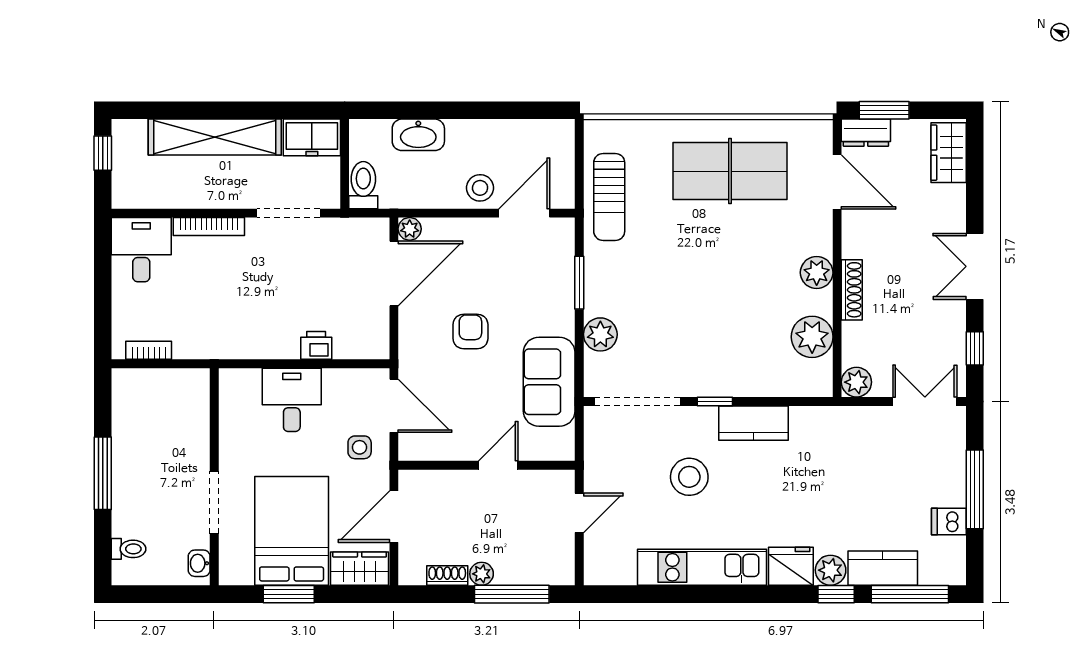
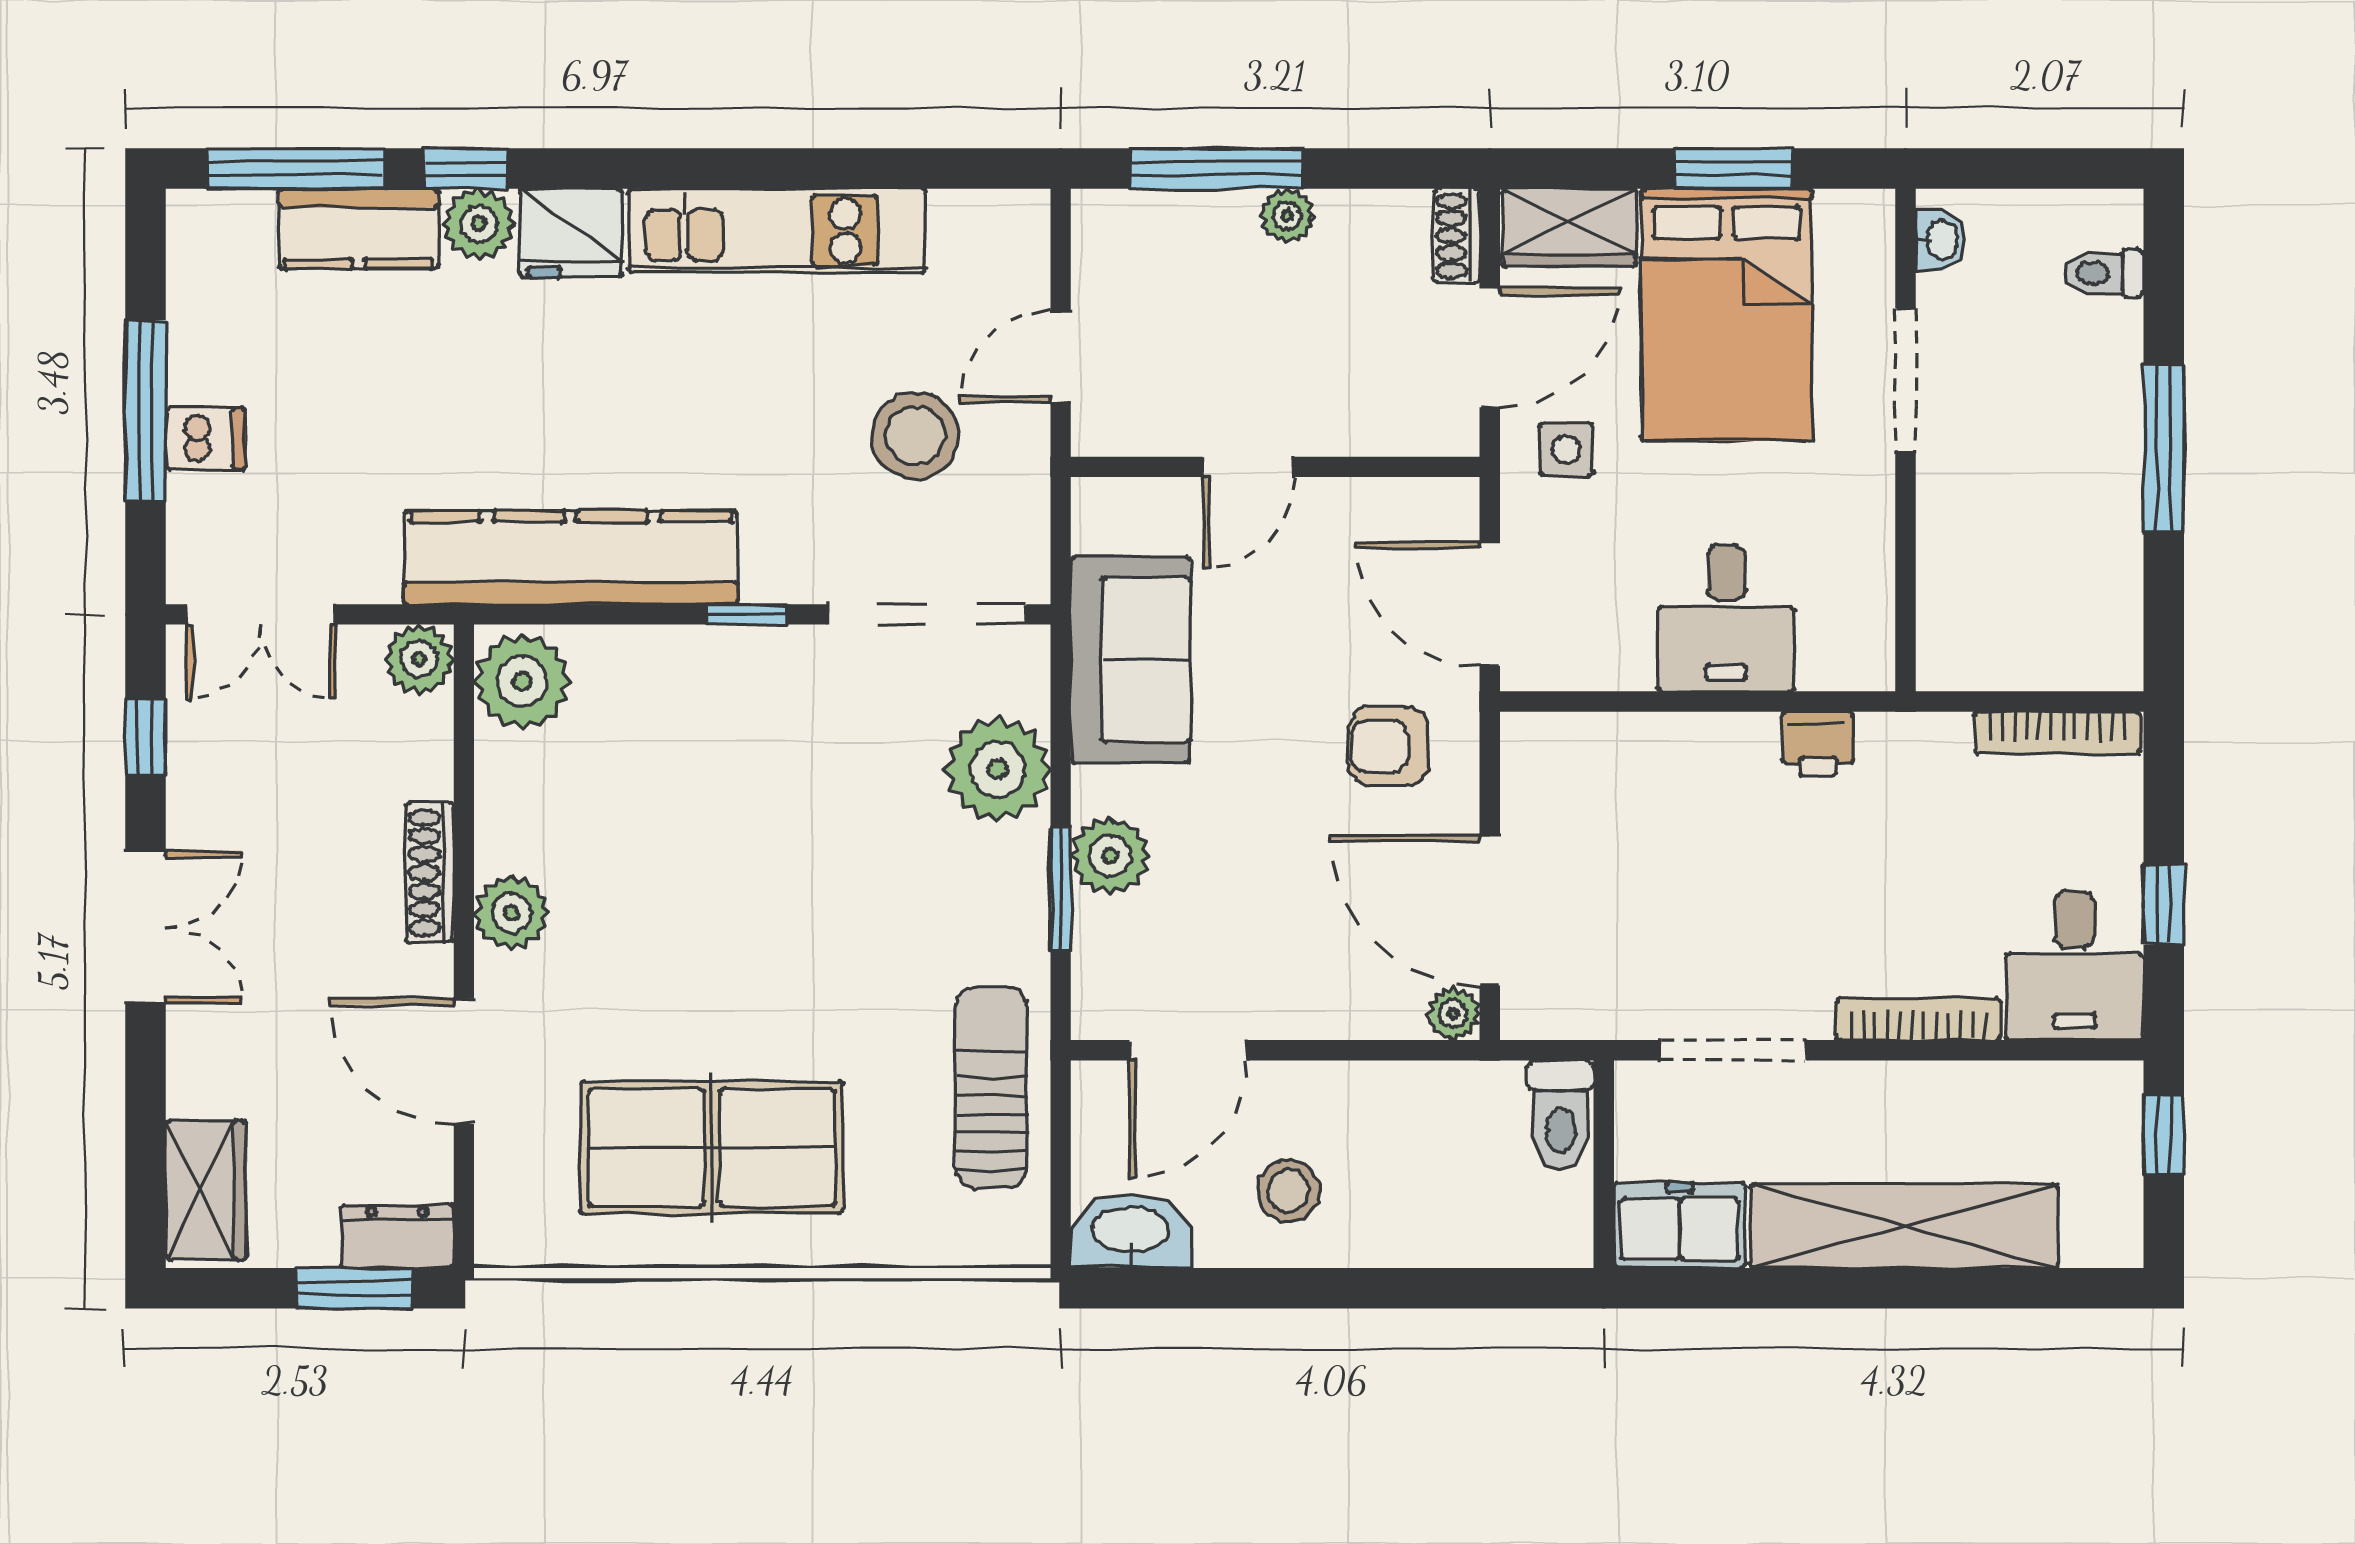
washbasin: (418, 135) -> (1131, 1231), moved
window: (103, 153) -> (2164, 1134), moved
door: (837, 182) -> (464, 1061), moved
stool: (480, 188) -> (1288, 1191), moved
door: (394, 273) -> (1490, 911), hinge flipped
window: (103, 276) -> (2164, 904), added
plant: (558, 297) -> (1110, 856), added
armchair: (470, 332) -> (1389, 746), moved, turned 90
plant: (600, 334) -> (998, 769), width x1.36, depth x1.36
plant: (812, 337) -> (522, 681), moved
printer: (316, 345) -> (1818, 744), moved
bookcase: (149, 350) -> (2058, 733), width x1.56
kitchen counter: (753, 423) -> (571, 558), width x2.08, depth x1.17
side table: (360, 447) -> (1566, 449), moved
stool: (689, 477) -> (915, 436), moved
dishwasher: (949, 522) -> (205, 439), moved
shoe rack: (447, 575) -> (1457, 236), moved, turned 90

